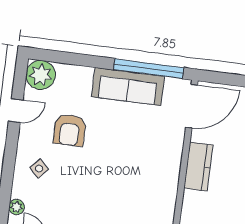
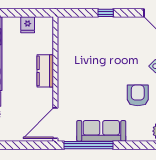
kitchen counter: (198, 166) -> (45, 71), moved

